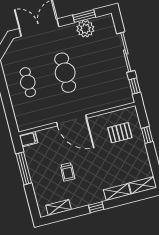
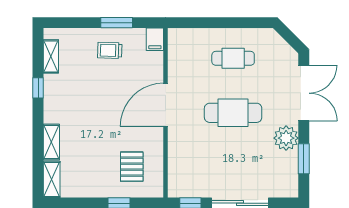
plant: (85, 29) -> (286, 138), moved
window: (24, 168) -> (117, 23), width x0.69
trolley: (68, 172) -> (110, 50), moved
window: (96, 207) -> (38, 88), moved

